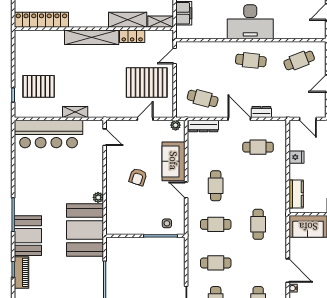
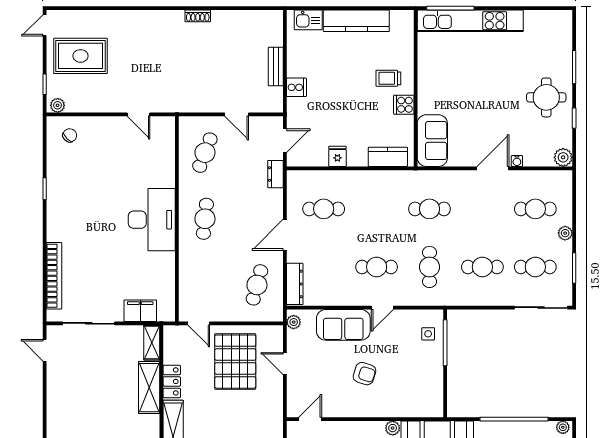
cafe table: (299, 60) -> (205, 153), turned 42
dresser: (261, 112) -> (275, 174), moved
cafe table: (258, 147) -> (324, 209), turned 90
cafe table: (216, 263) -> (482, 267), turned 90

